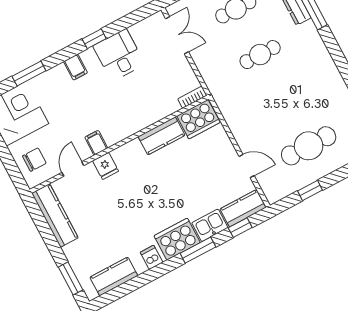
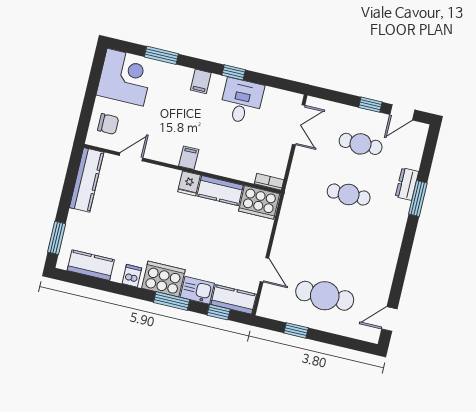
filing cabinet: (96, 143) -> (189, 158), moved
fridge: (106, 166) -> (189, 183), moved

